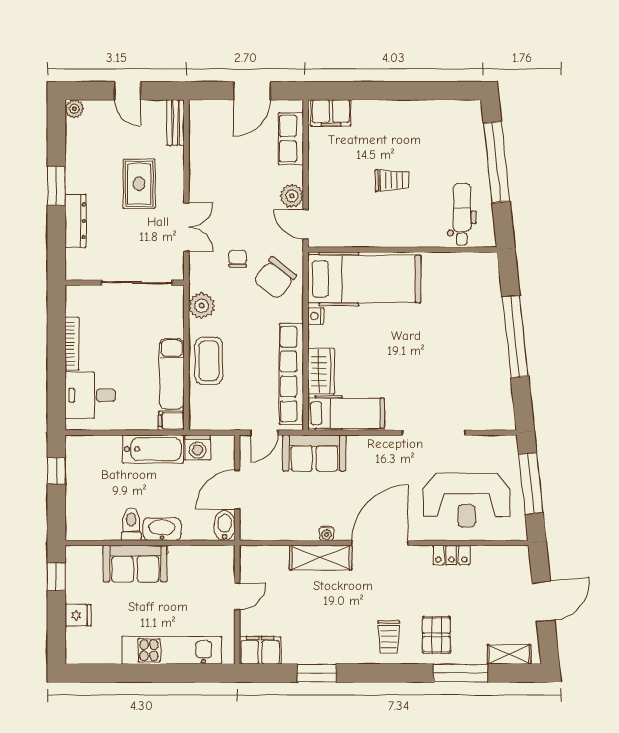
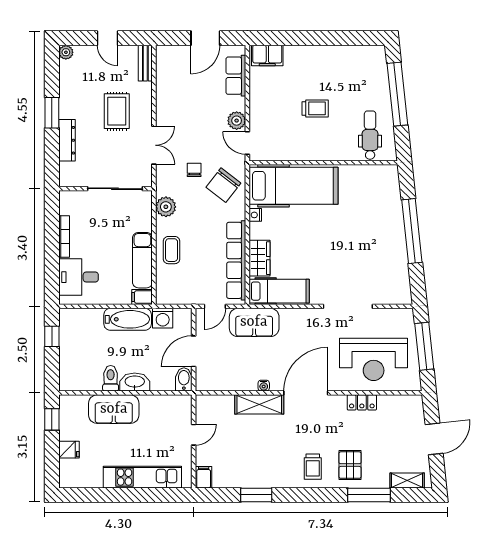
coffee table: (209, 361) -> (172, 250), width x0.73, depth x0.77
filing cabinet: (260, 650) -> (204, 477), width x0.50

